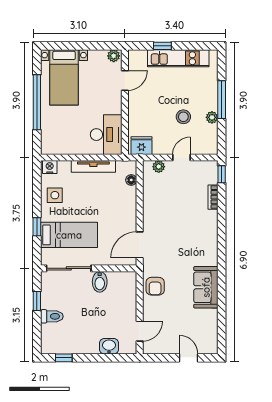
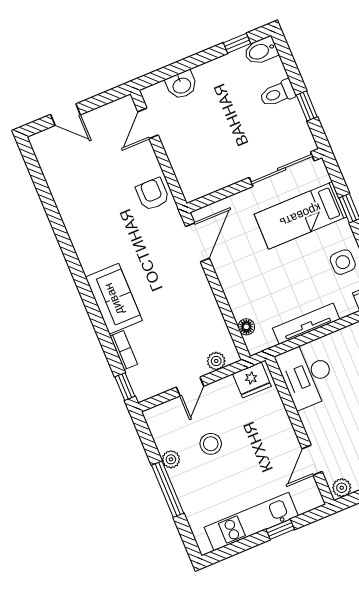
bidet: (100, 282) -> (261, 51), moved, turned -90
sofa: (206, 287) -> (114, 299), moved

